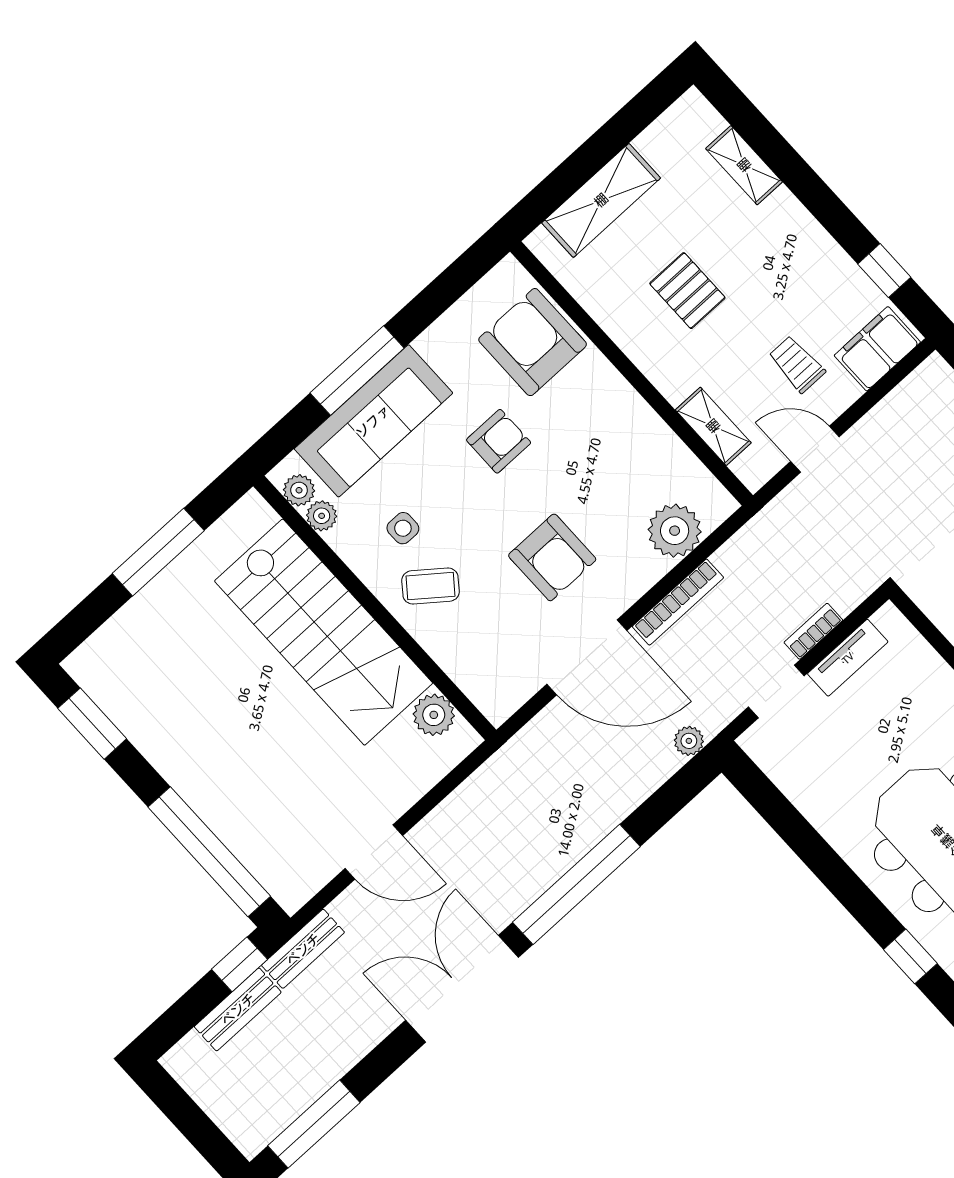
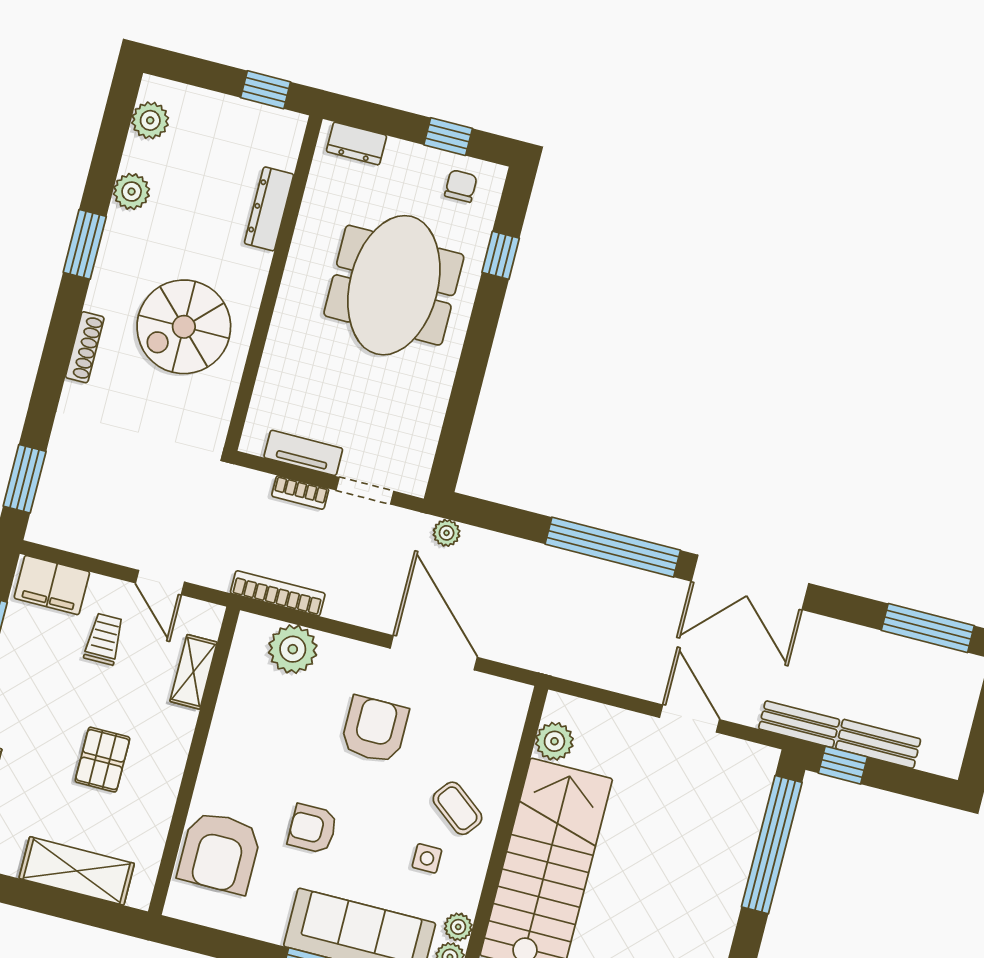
trolley: (797, 364) -> (104, 639), turned 180
bookcase: (678, 602) -> (278, 593), moved

